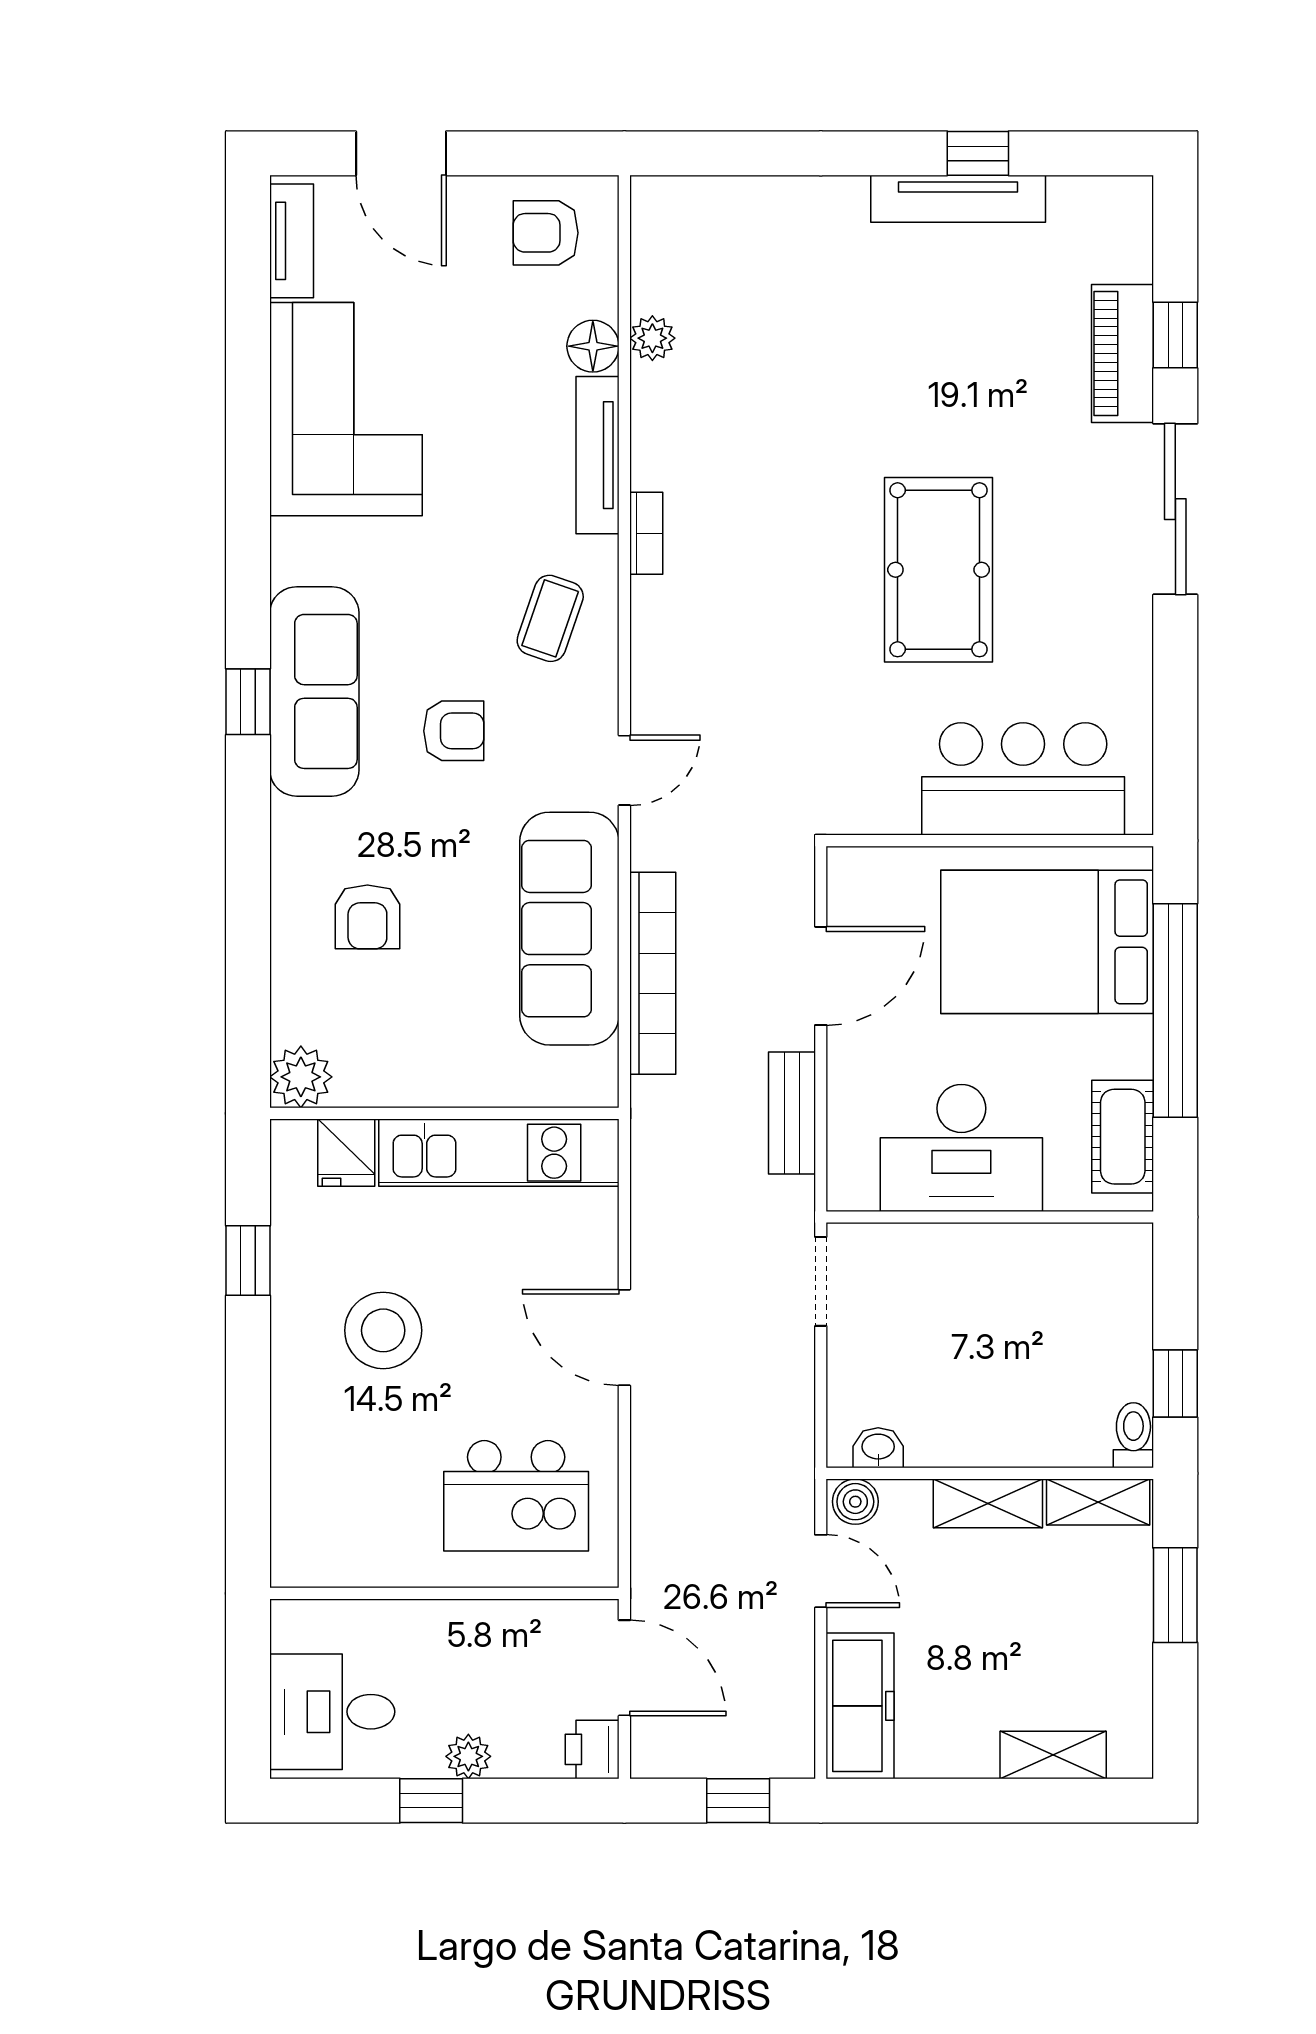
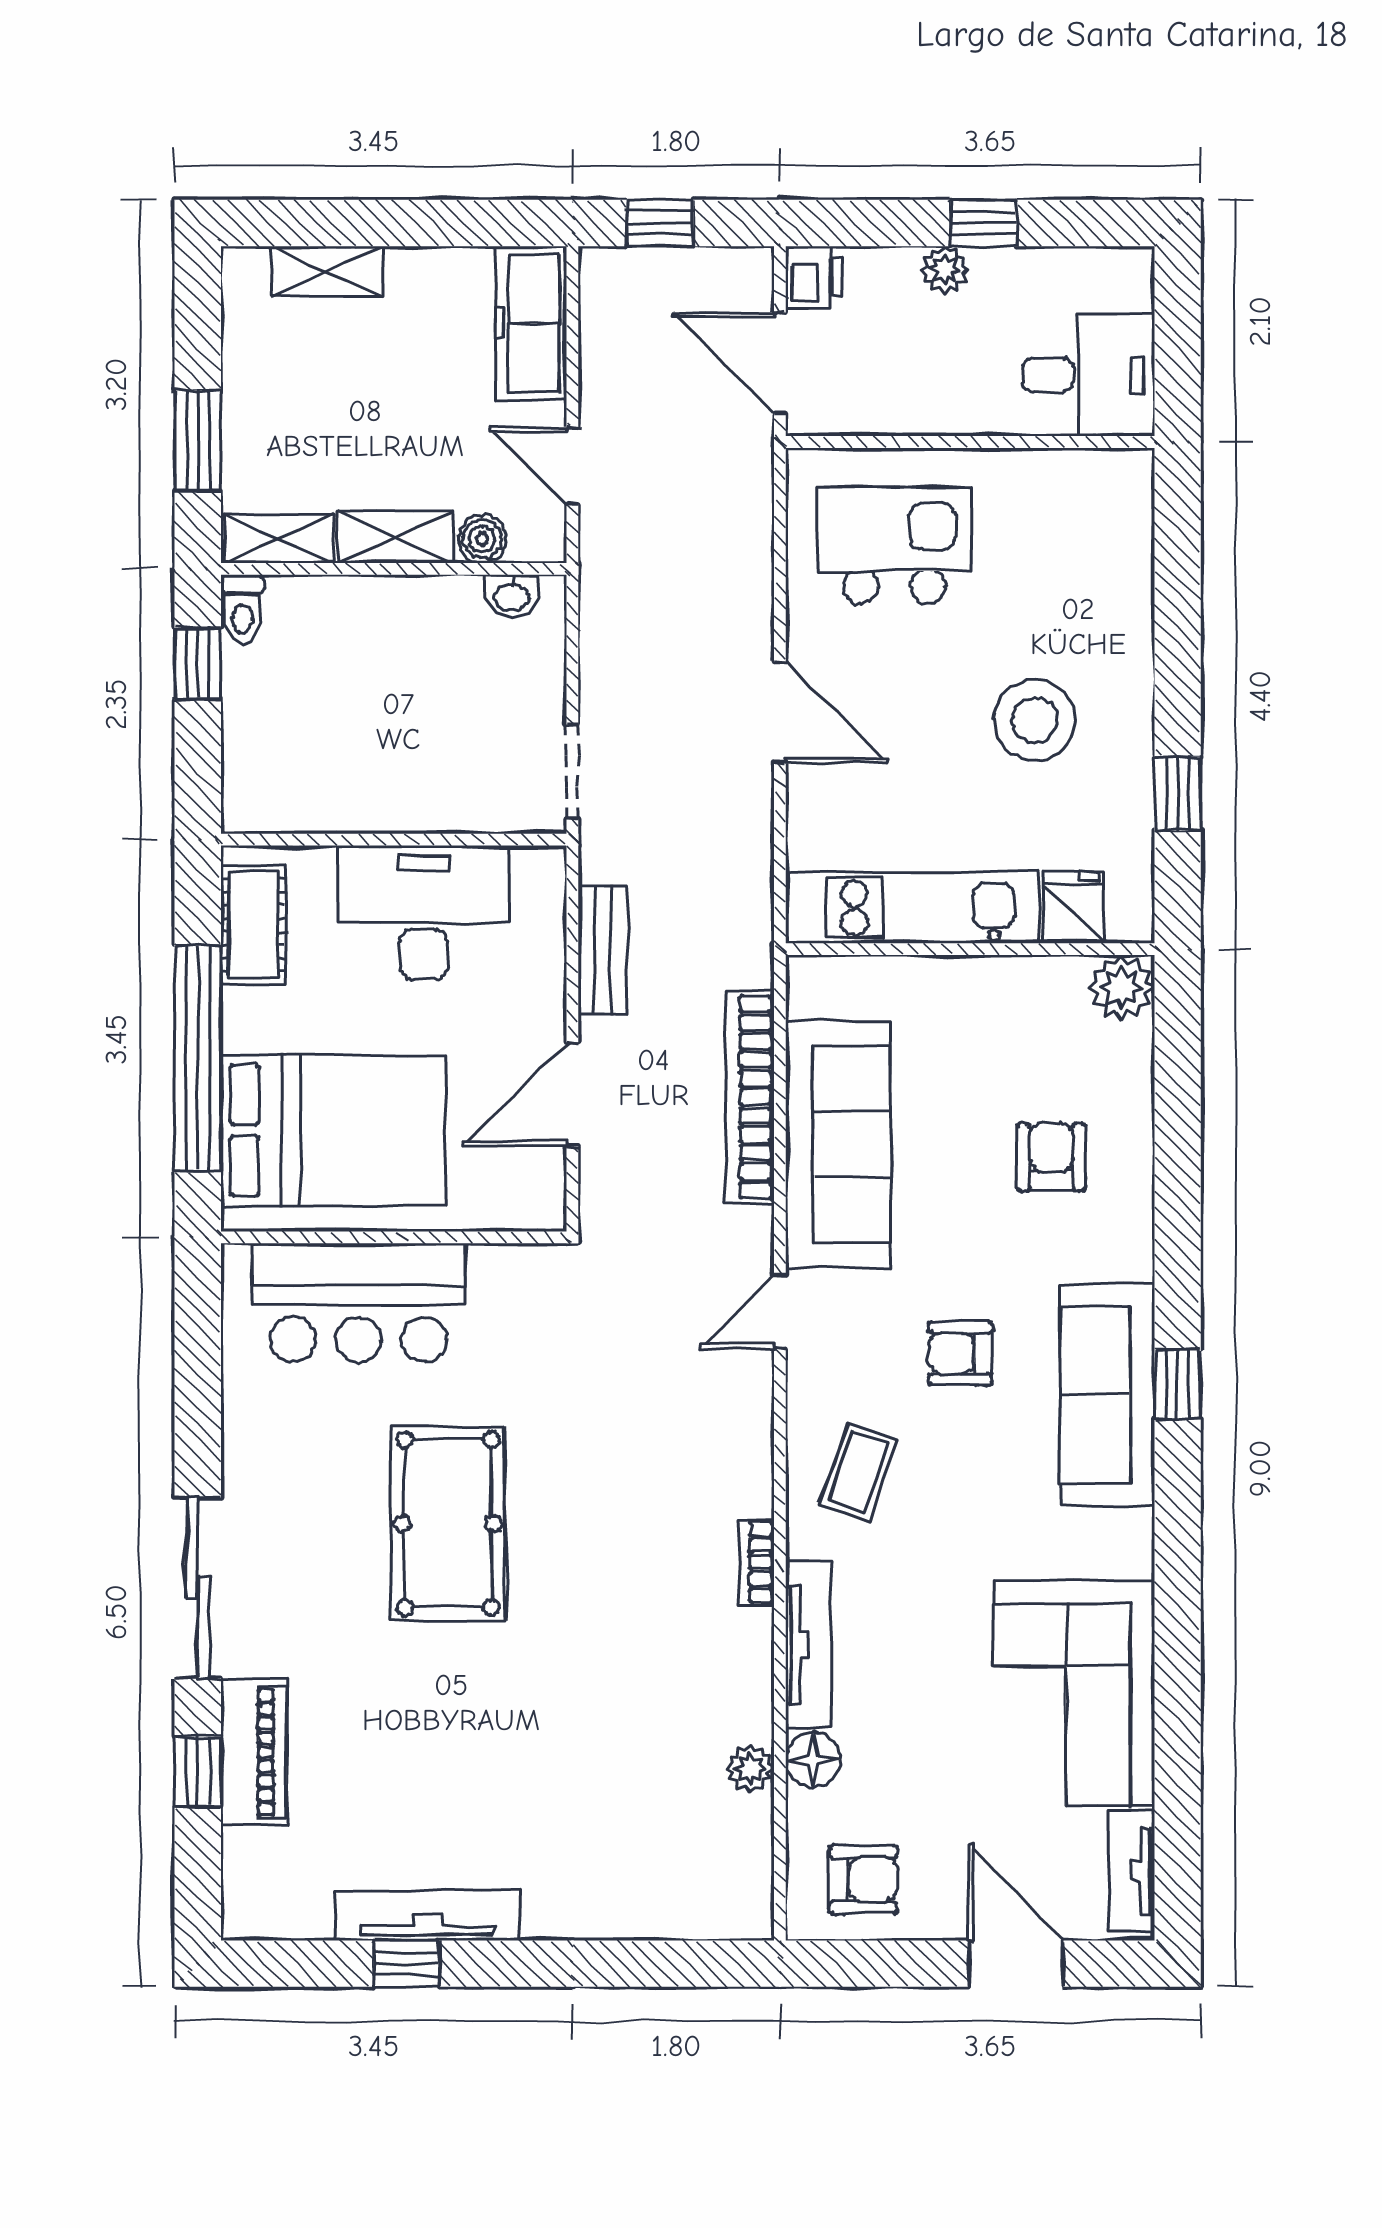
boiler: (855, 1502) -> (482, 539), moved
desk: (332, 1712) -> (1089, 375), moved

